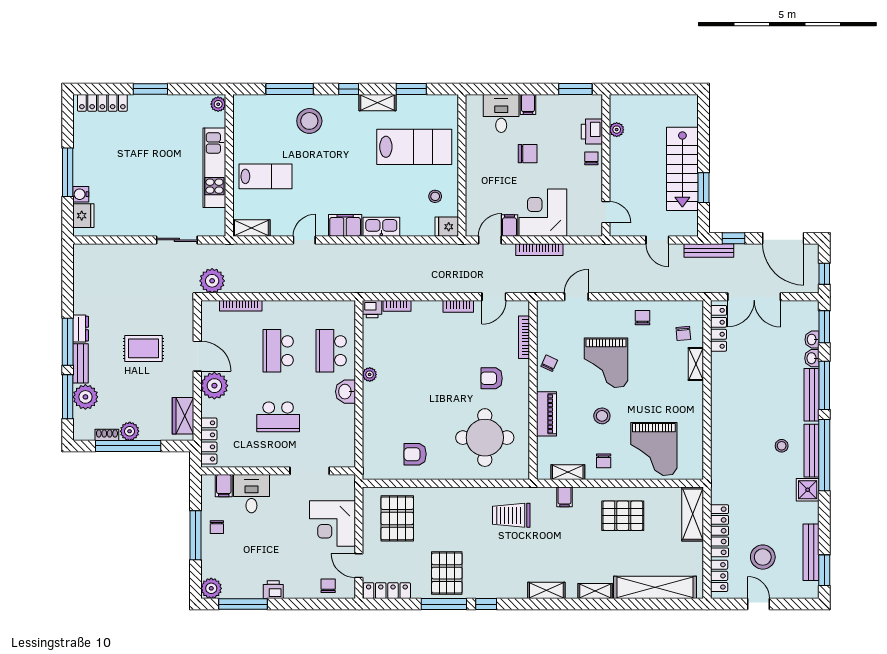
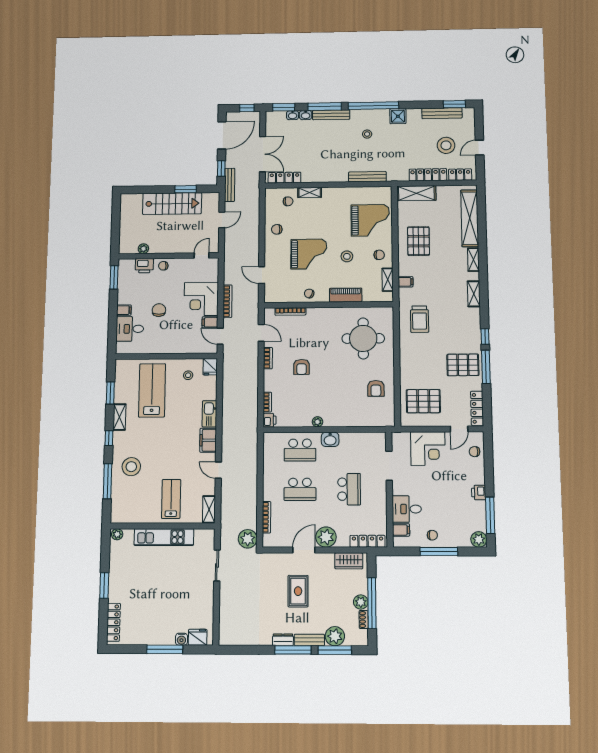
armchair: (492, 378) -> (302, 367), moved
bench: (812, 451) -> (367, 177), moved

